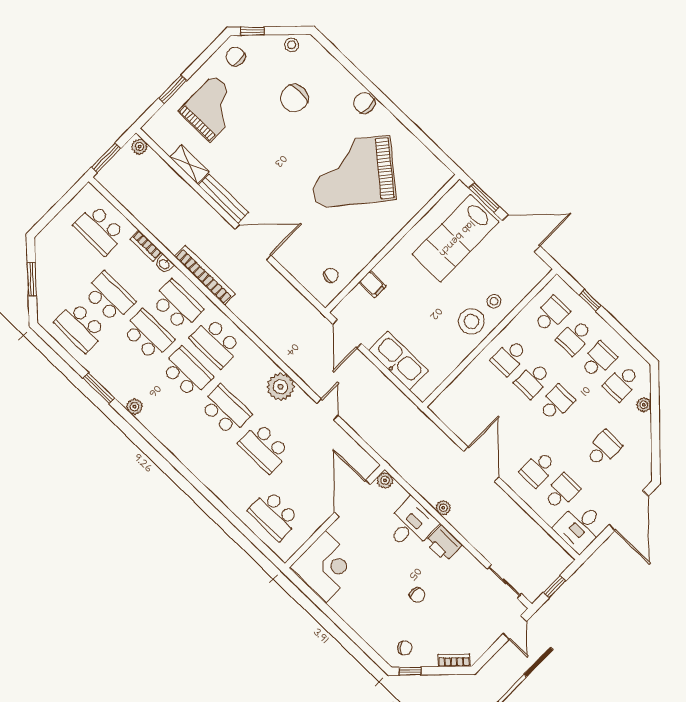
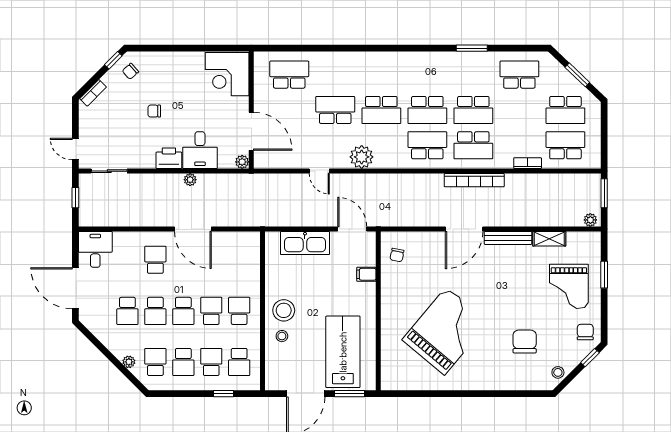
chair: (235, 57) -> (585, 332), turned -90
chair: (364, 103) -> (479, 380), removed
washbasin: (164, 264) -> (505, 163), removed
school desk: (109, 297) -> (565, 110), moved
plant: (134, 407) -> (439, 58), removed
school desk: (562, 492) -> (155, 311), moved

